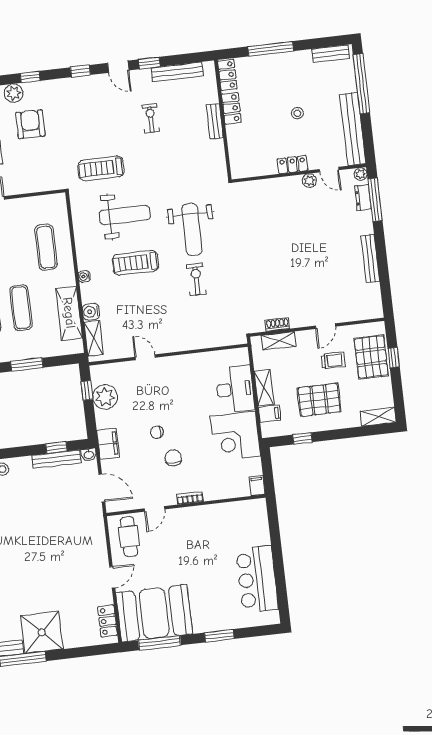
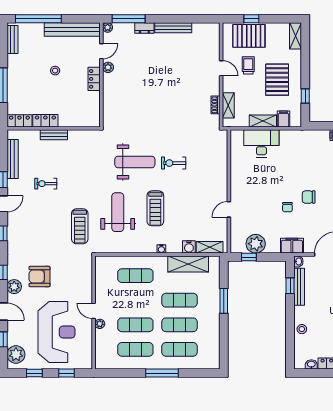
dresser: (363, 198) -> (144, 28), moved
corner desk: (235, 436) -> (297, 147), removed

